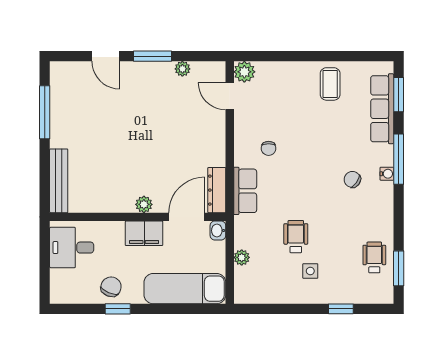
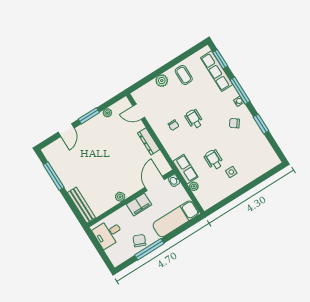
door: (106, 56) -> (66, 130), hinge flipped
plant: (244, 72) -> (162, 81), moved
chair: (352, 179) -> (234, 123), moved
dresser: (217, 190) -> (149, 141), moved
row of seats: (245, 191) -> (185, 169), moved
plant: (144, 204) -> (120, 197), moved
wheelchair: (374, 257) -> (194, 119), moved
window: (399, 268) -> (261, 124), moved
window: (118, 309) -> (149, 249), width x2.17
window: (341, 309) -> (258, 181), removed

